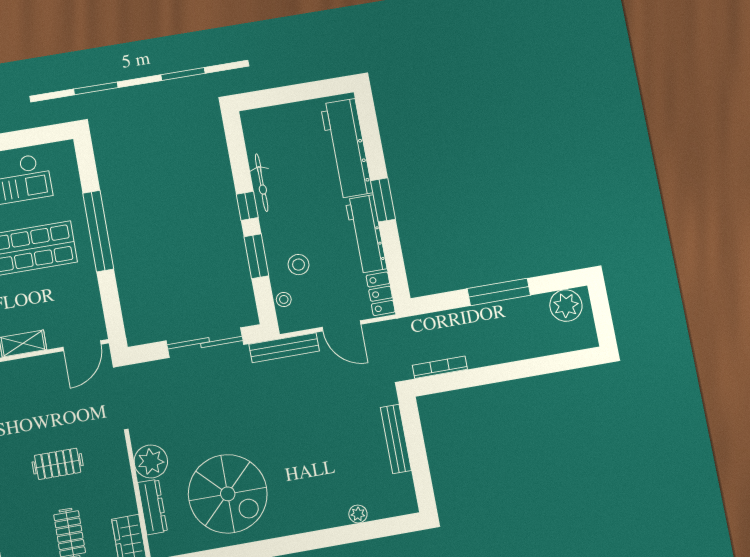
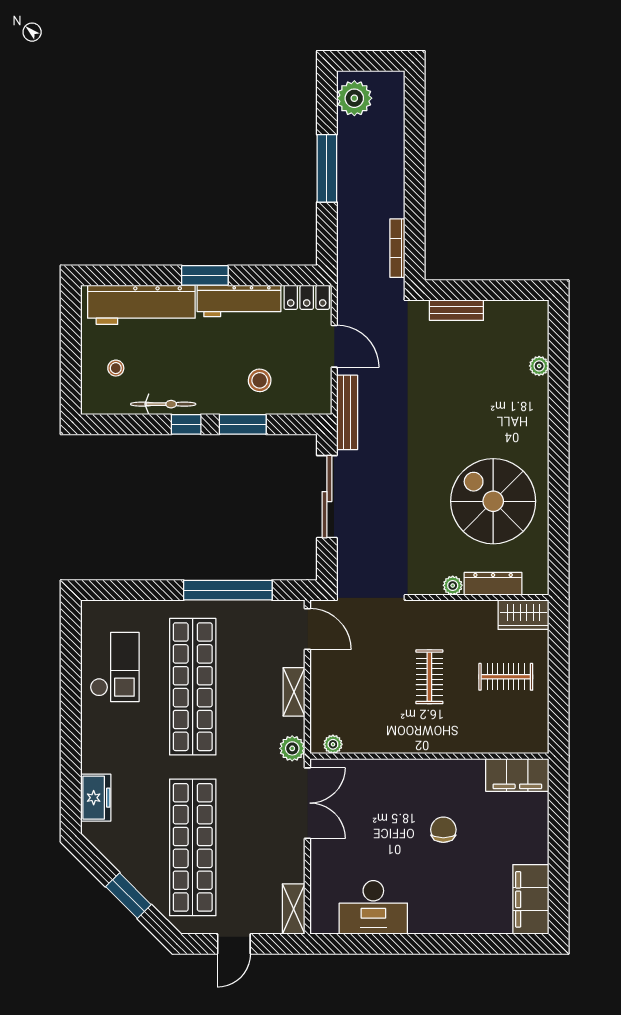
window: (98, 231) -> (228, 590), moved
stool: (284, 299) -> (116, 368), moved
door: (341, 326) -> (334, 346), hinge flipped
bench: (396, 439) -> (456, 310), width x0.73
plant: (151, 461) -> (453, 585), width x0.53, depth x0.53
spiral stairs: (228, 494) -> (493, 501), turned -90

